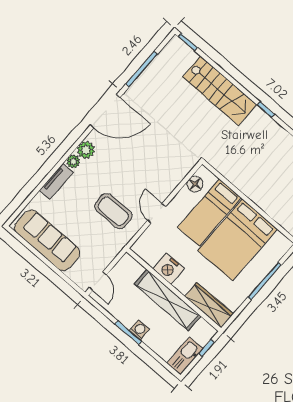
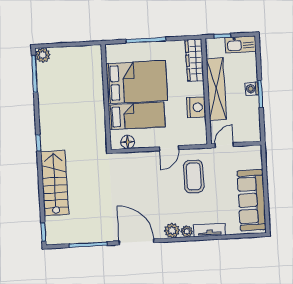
door: (98, 281) -> (224, 145), moved

